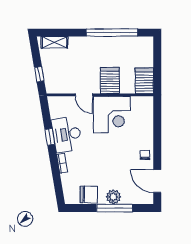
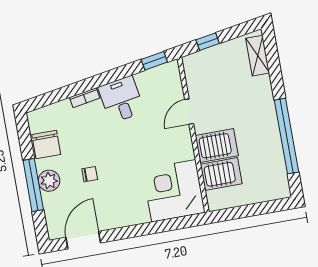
server rack: (144, 81) -> (221, 174), moved
corner desk: (112, 115) -> (174, 191), moved, turned 90
desk: (67, 134) -> (121, 99), width x0.73
window: (50, 137) -> (154, 61), moved
chair: (145, 155) -> (90, 174), moved

